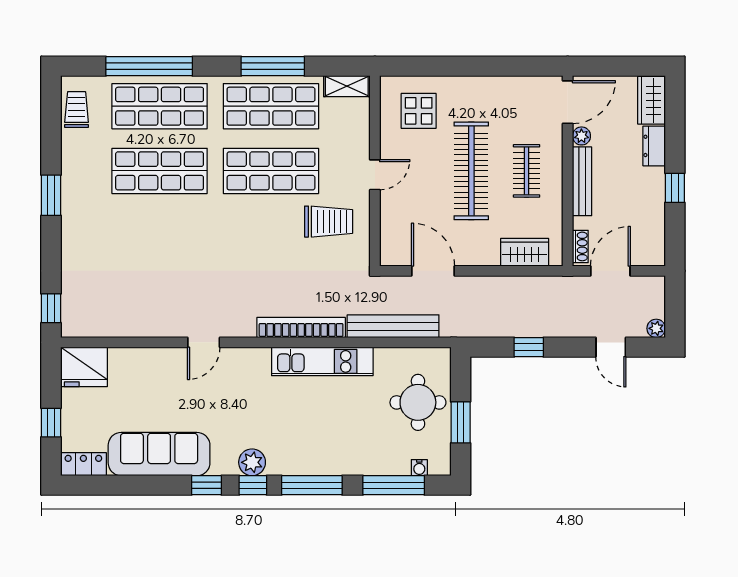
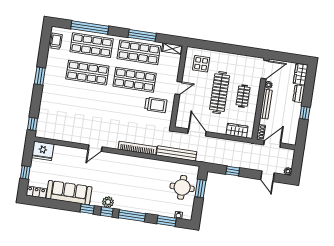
kitchen unit: (322, 361) -> (144, 164), removed
window: (461, 422) -> (200, 189), moved
window: (394, 485) -> (167, 221), width x0.69

